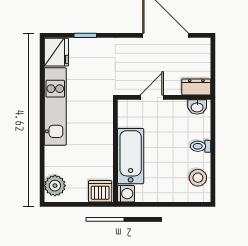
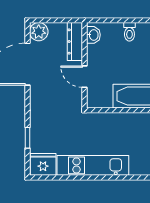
plant: (201, 48) -> (39, 32), added
dresser: (196, 87) -> (75, 42), width x1.44

